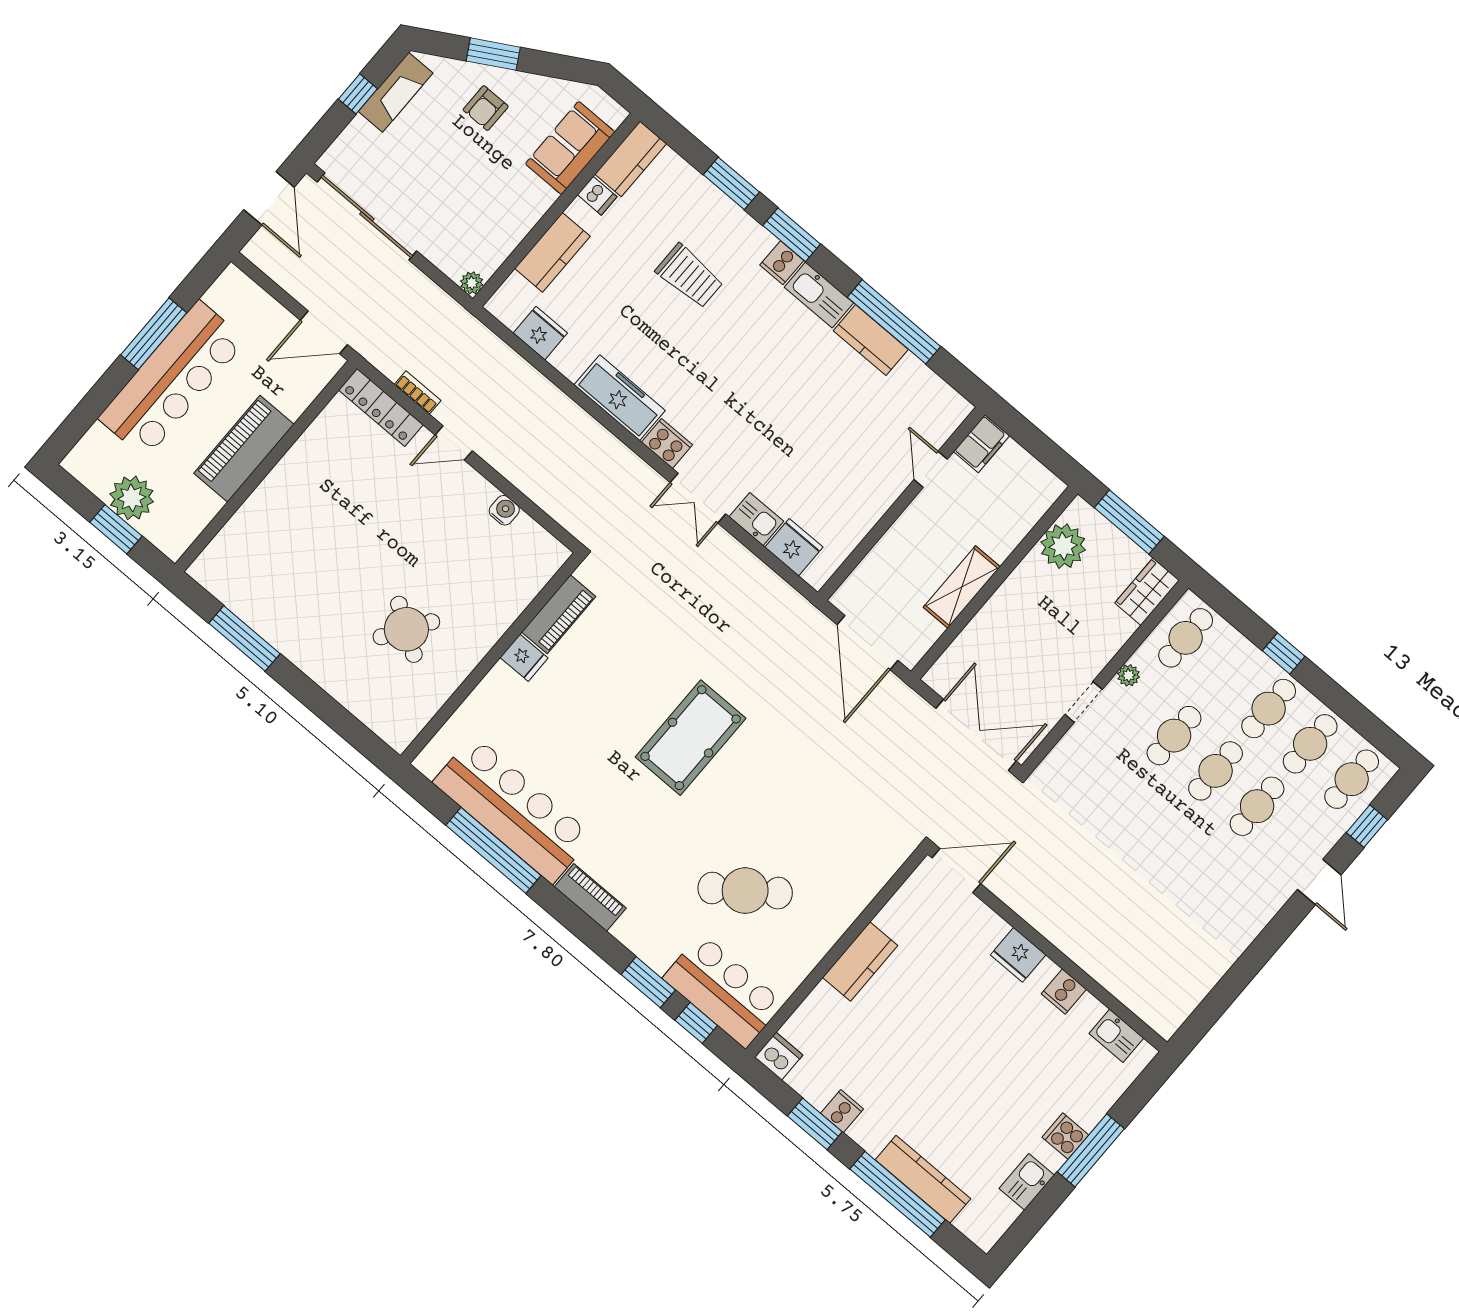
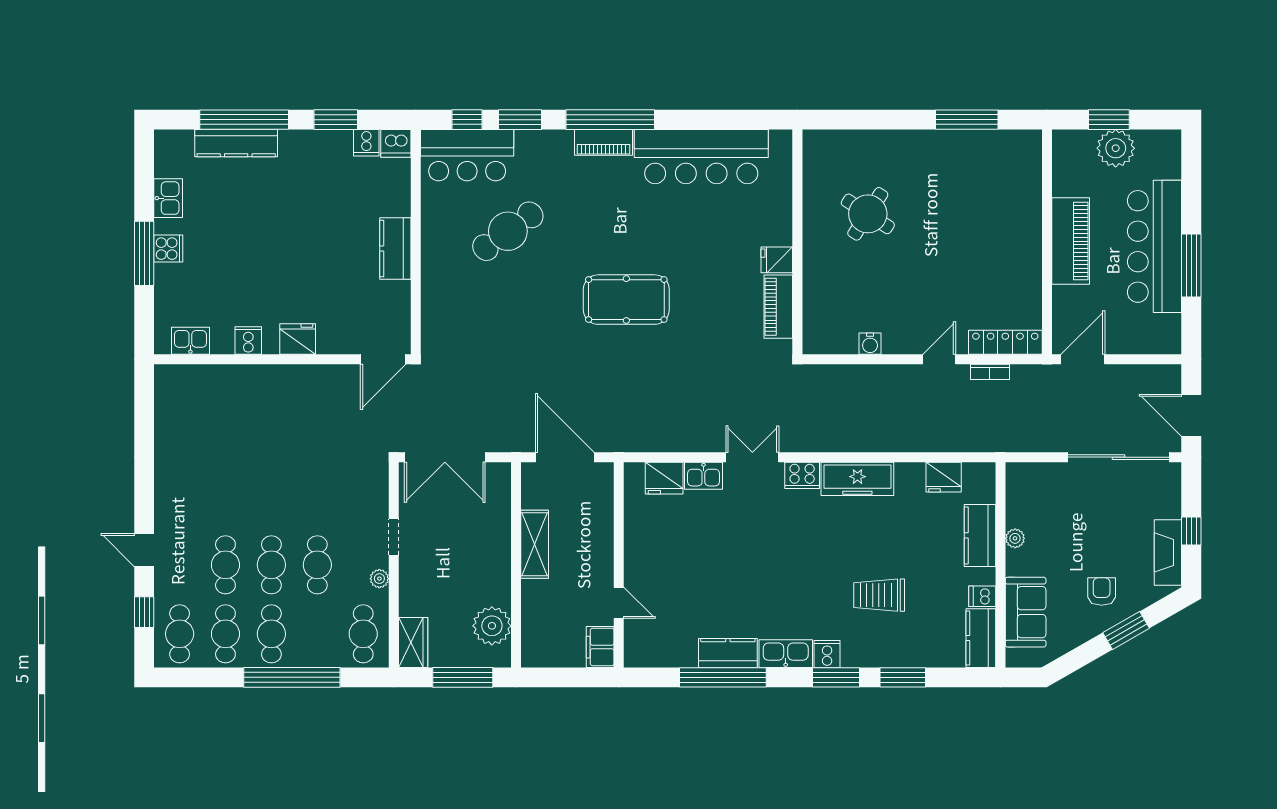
plant: (472, 283) -> (1015, 538), moved
window: (1284, 653) -> (292, 677), width x3.17
pool table: (691, 738) -> (626, 300), turned 90
window: (493, 850) -> (610, 120), moved
cooker: (842, 1111) -> (366, 143), moved

